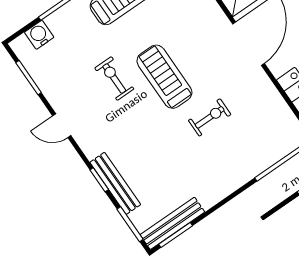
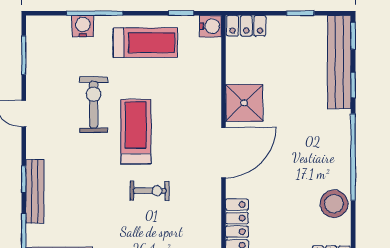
water cooler: (39, 35) -> (83, 26), moved
exercise bike: (114, 78) -> (94, 105), width x1.38, depth x1.39

